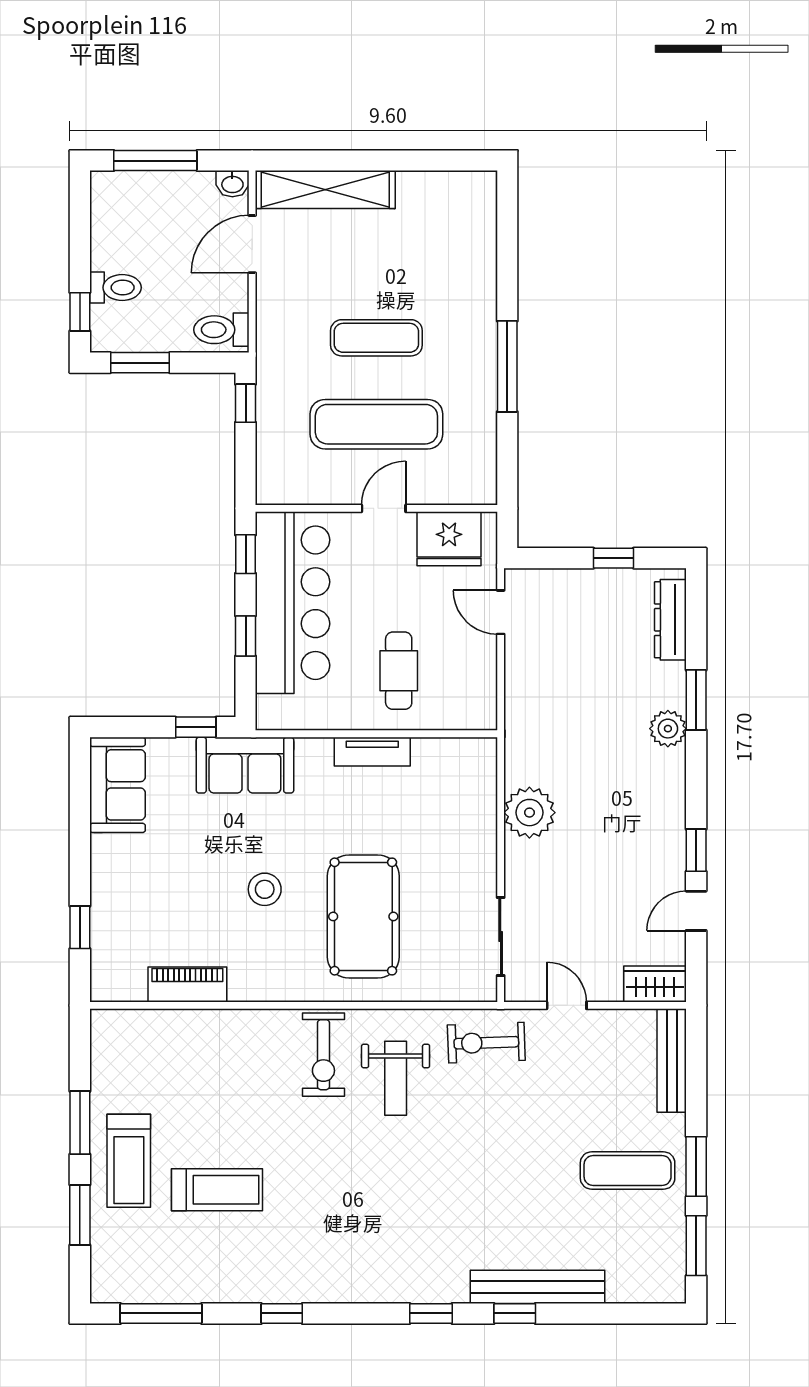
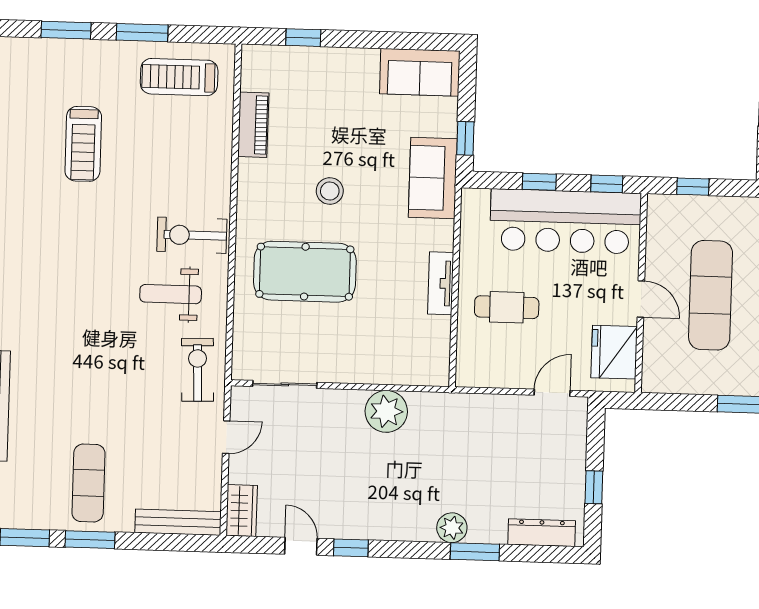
window: (246, 403) -> (693, 187), moved
treadmill: (129, 1161) -> (179, 77), moved

